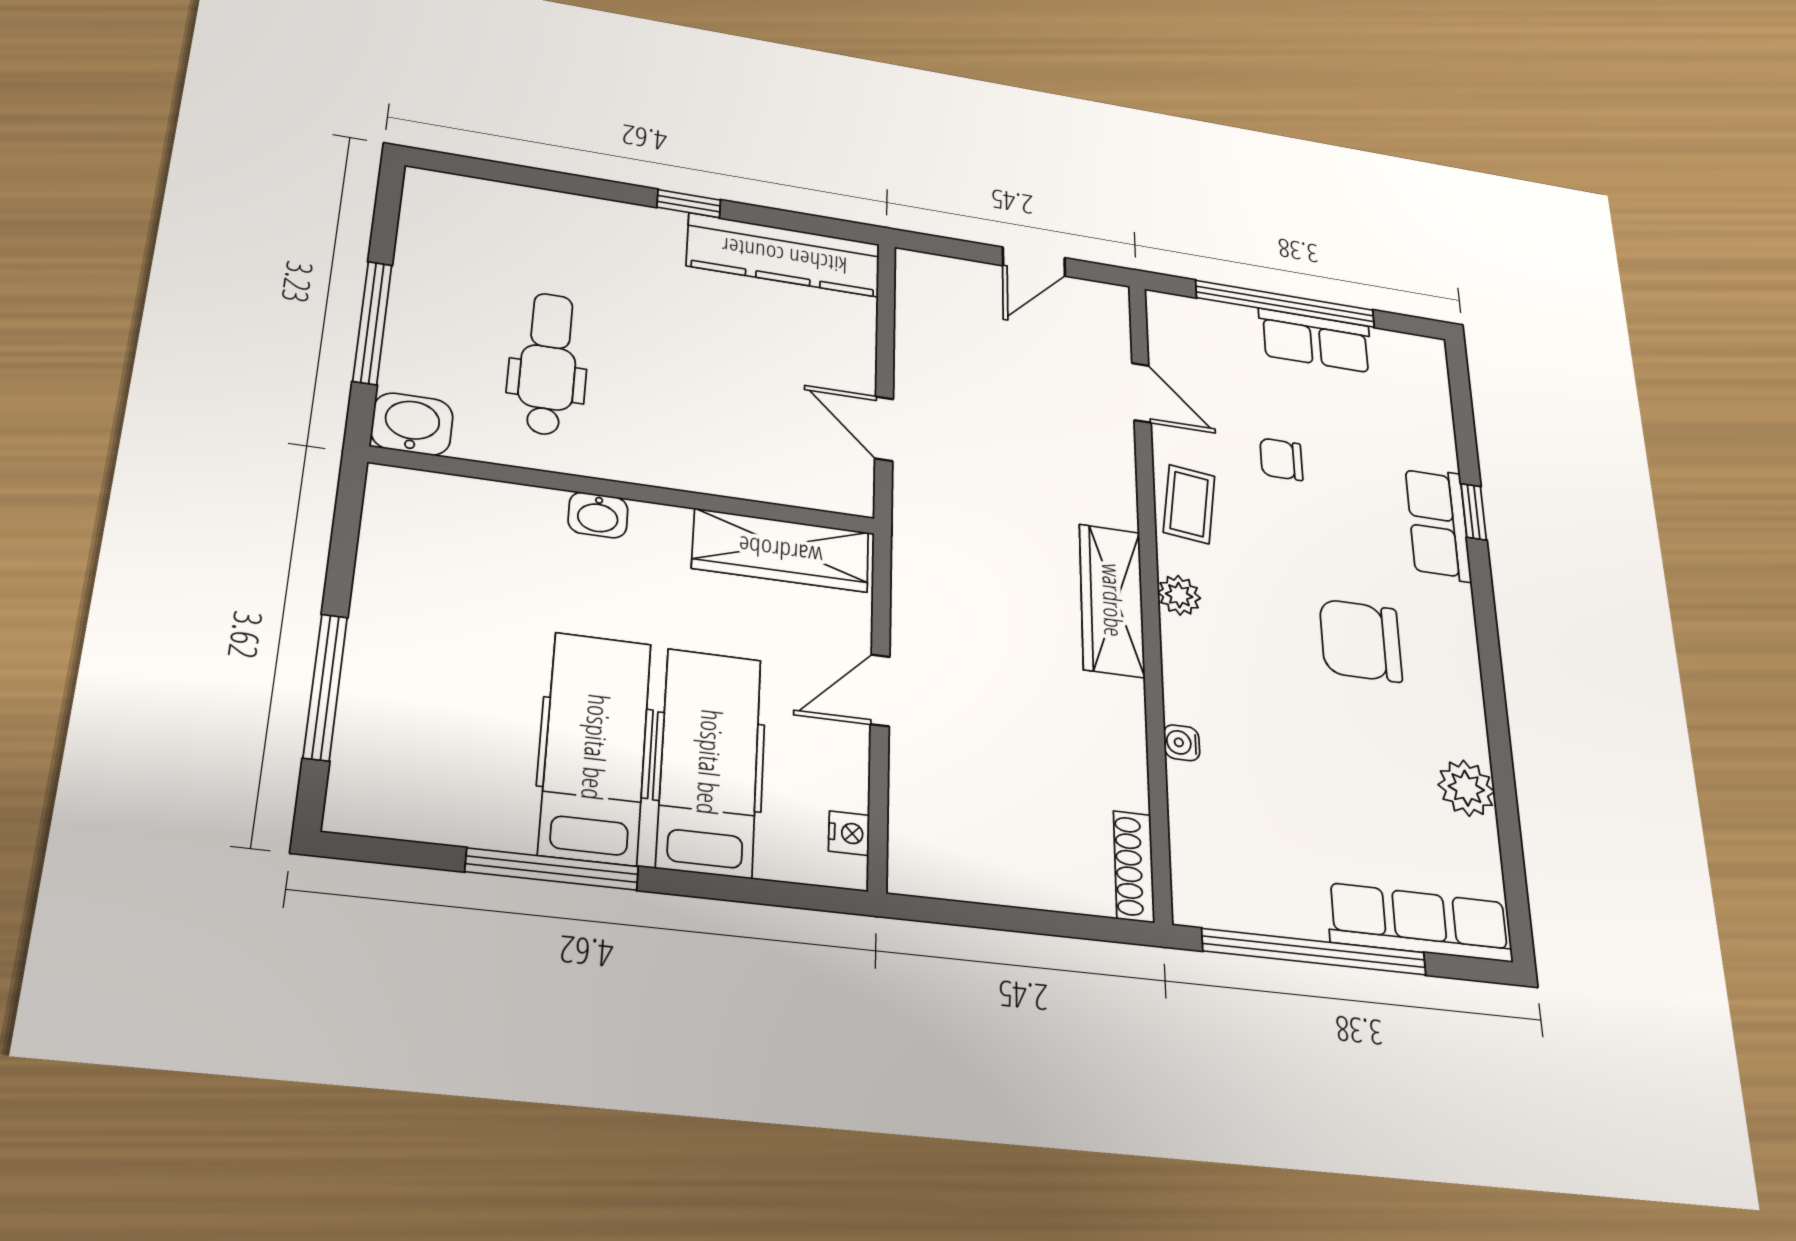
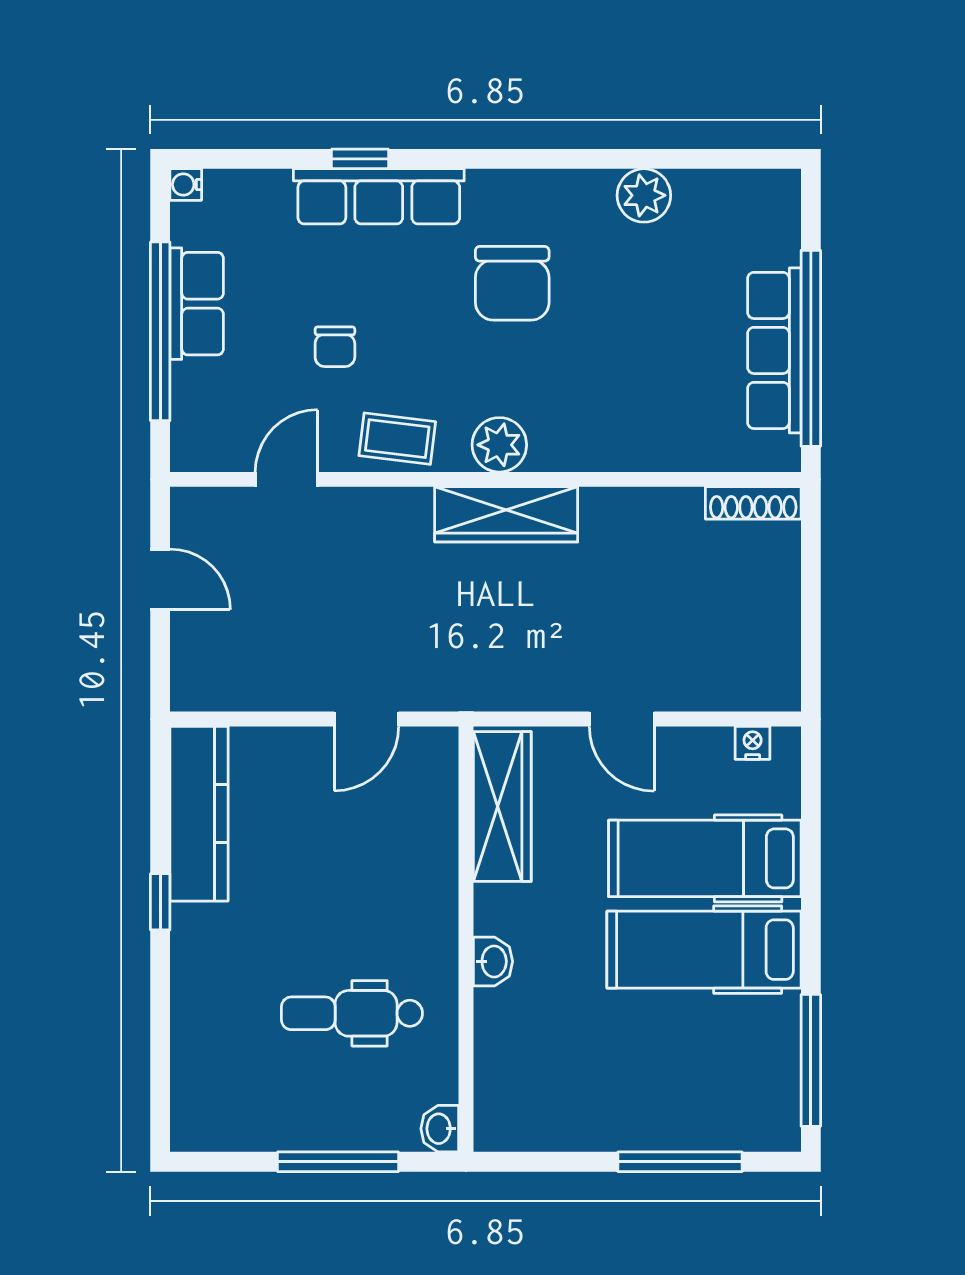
washbasin: (412, 424) -> (440, 1129), width x0.72, depth x0.69
row of seats: (1438, 524) -> (379, 196), width x1.48
plant: (1179, 595) -> (499, 445), width x1.38, depth x1.38
water cooler: (1182, 743) -> (186, 185), moved, turned 90
window: (552, 869) -> (811, 1060), moved
row of seats: (1420, 922) -> (774, 350), moved

